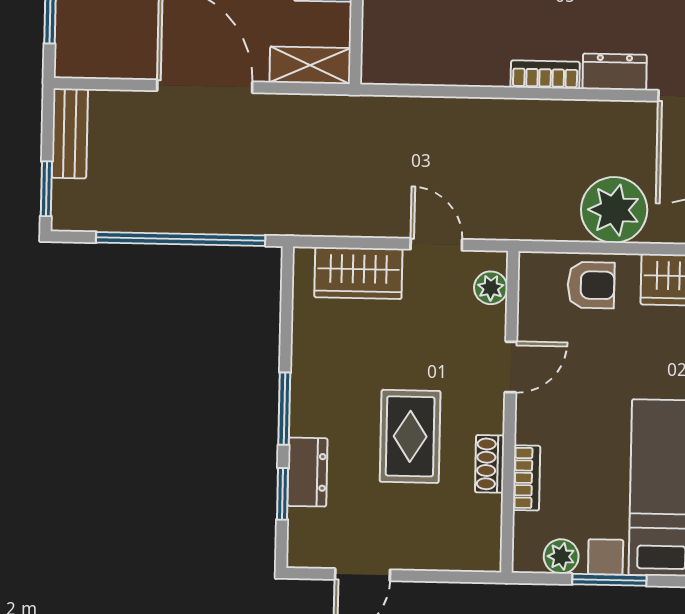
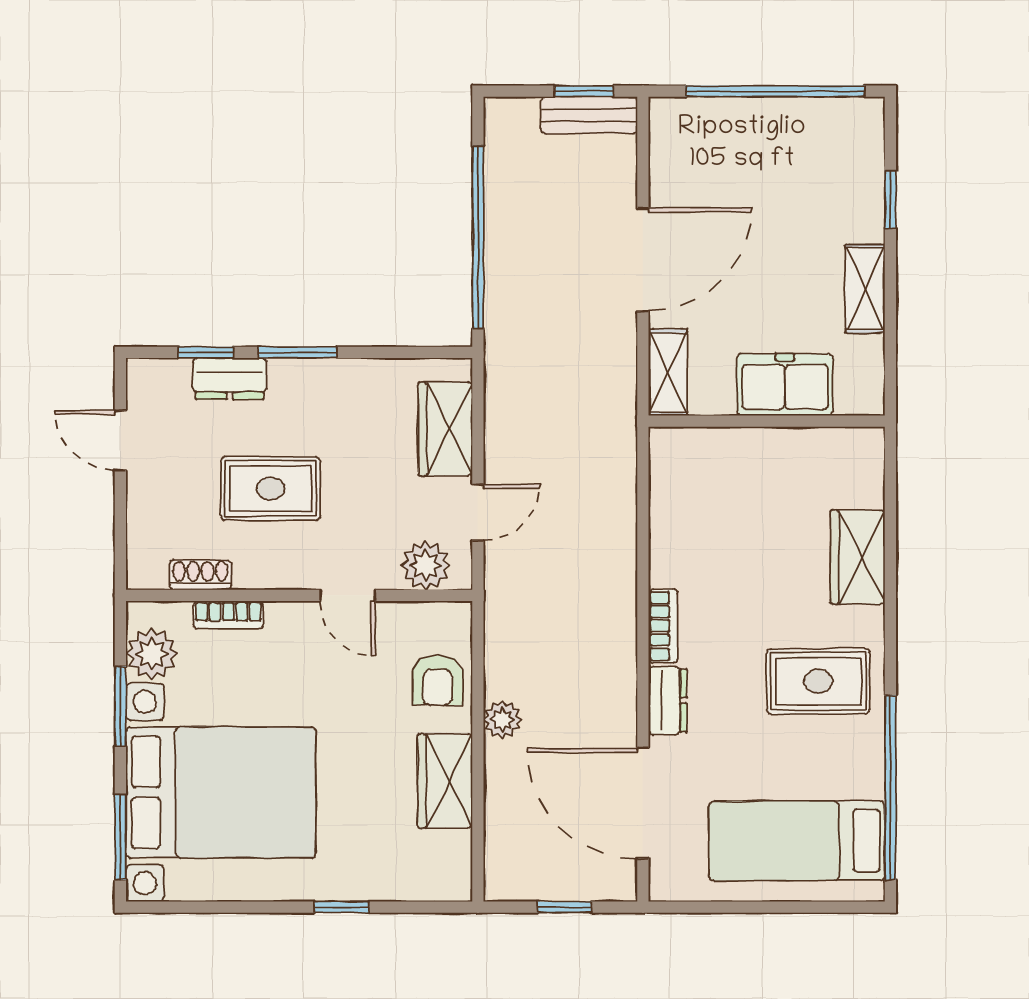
window: (46, 189) -> (584, 91), moved
plant: (614, 210) -> (502, 720), width x0.53, depth x0.53
plant: (491, 288) -> (426, 565), width x1.38, depth x1.38
shoe rack: (490, 464) -> (200, 575), moved
plant: (561, 556) -> (152, 654), width x1.38, depth x1.38

